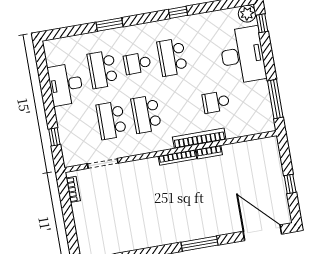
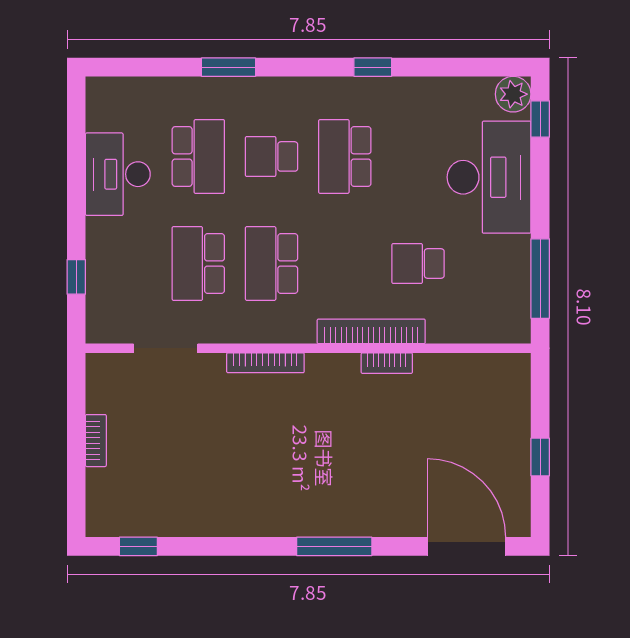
school desk: (102, 69) -> (198, 156), turned 180
bookcase: (177, 157) -> (265, 363), moved
bookcase: (73, 189) -> (96, 441), moved

